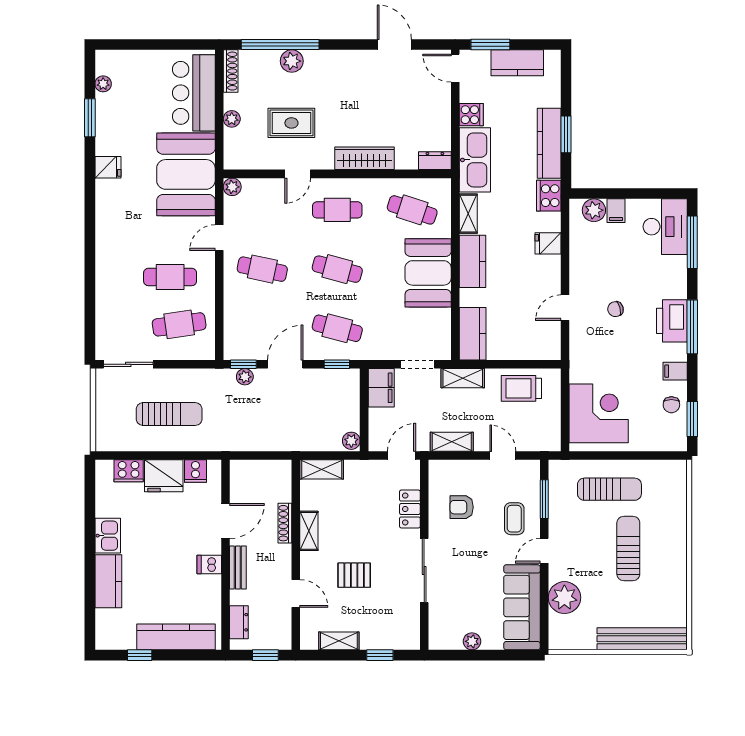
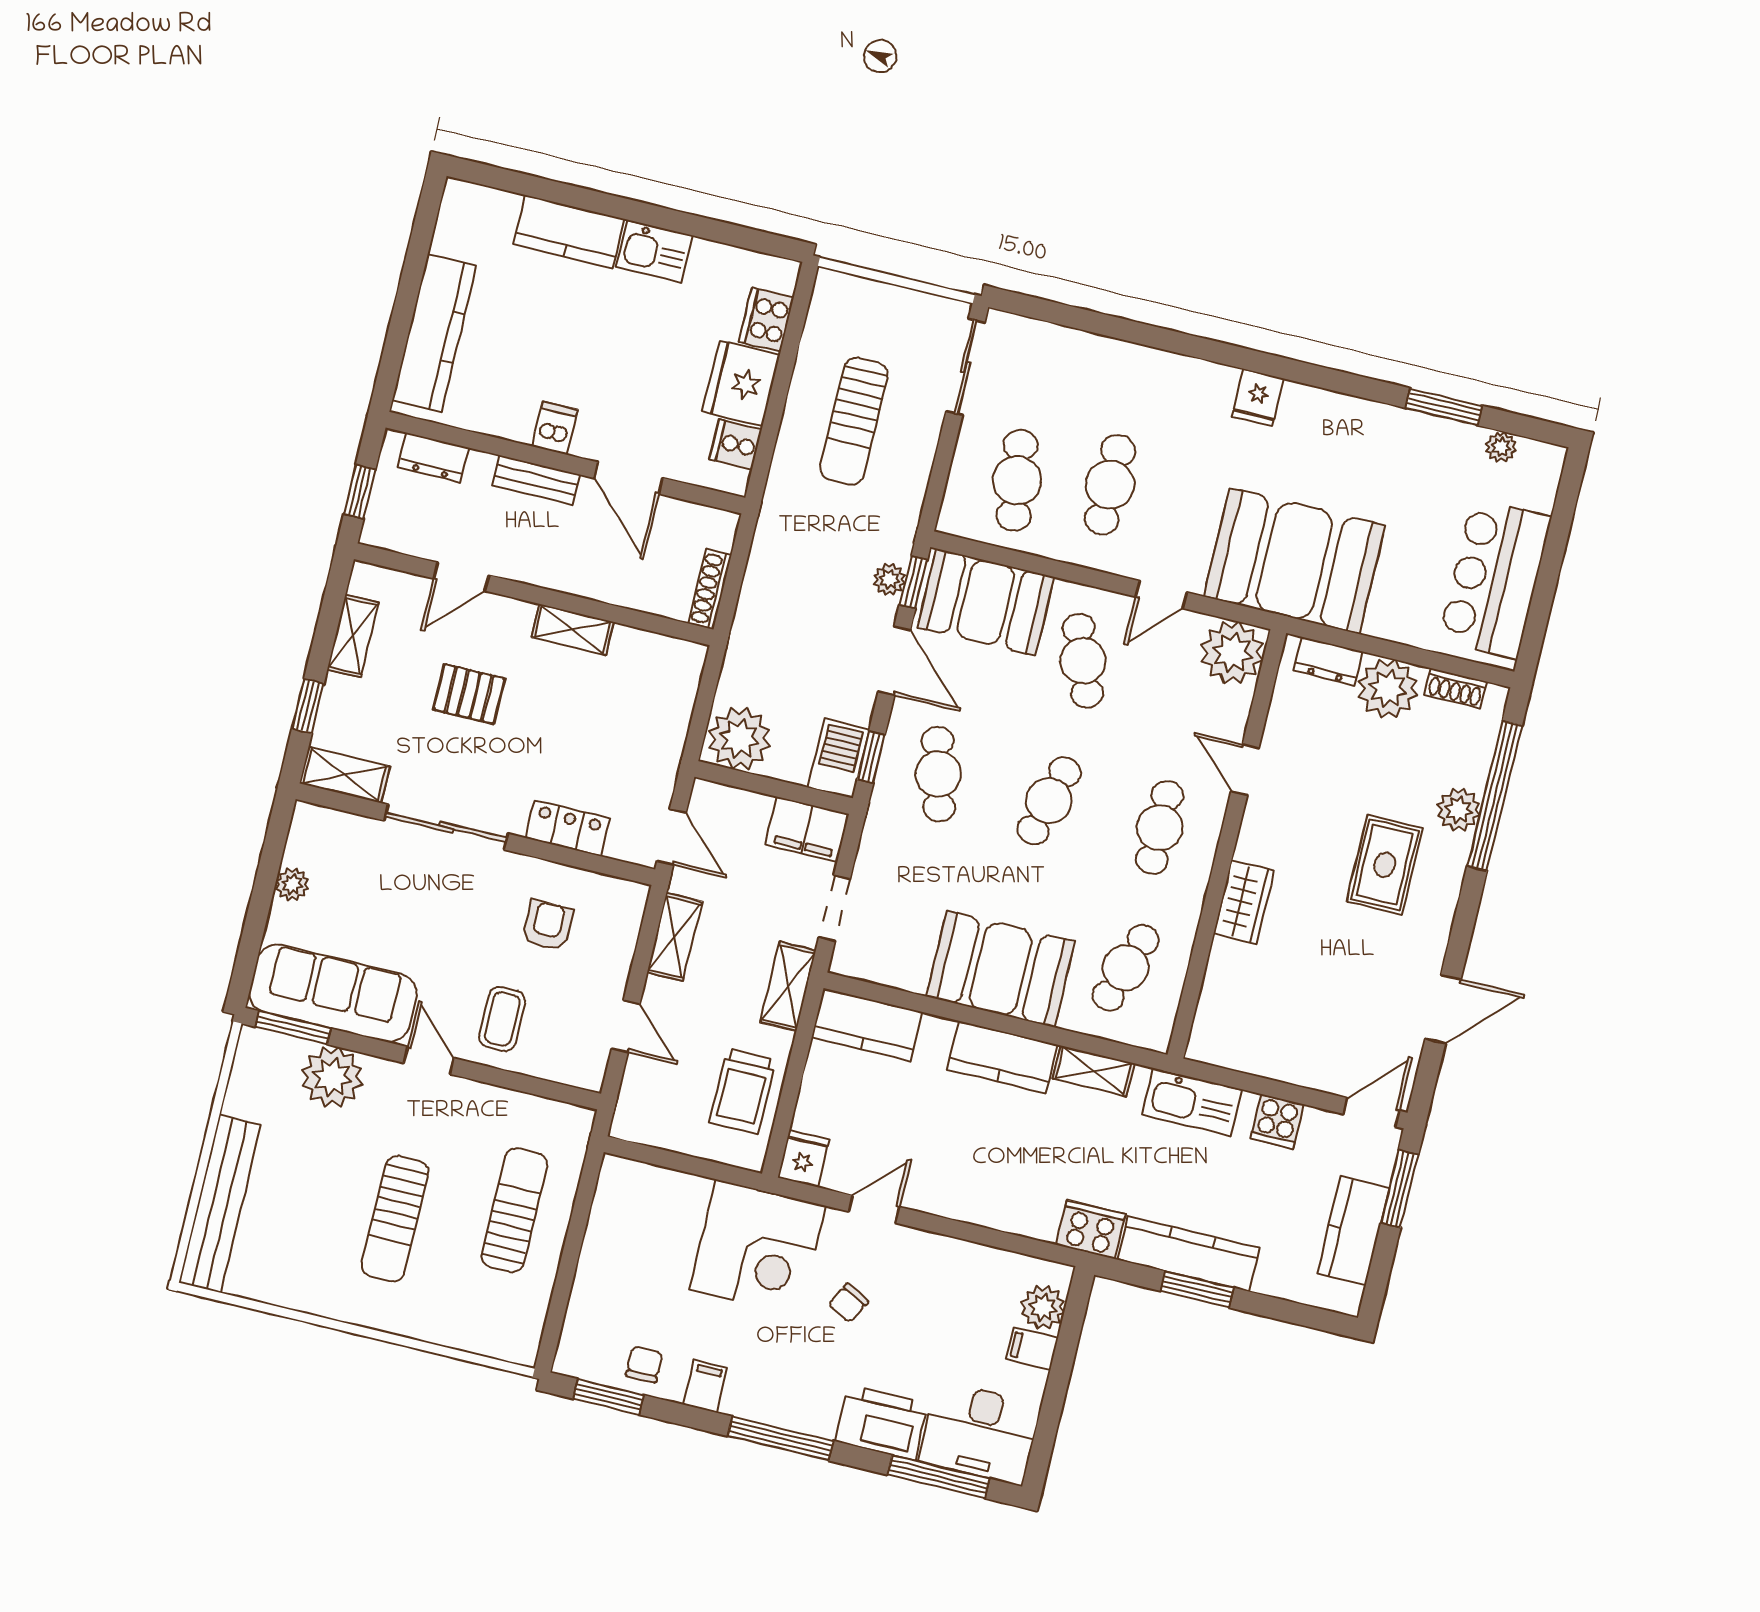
shoe rack: (231, 71) -> (1456, 688), width x0.70
bar counter: (194, 93) -> (1495, 579), moved, turned -90
plant: (232, 119) -> (1388, 689), width x1.88, depth x1.88
rug: (291, 123) -> (1385, 865), moved
wardrobe: (365, 158) -> (1244, 902), width x0.67
kitchen sink: (475, 160) -> (1192, 1102), width x0.73, depth x0.81
dresser: (435, 161) -> (1328, 661), moved, turned 90
fridge: (108, 167) -> (1258, 398), moved
plant: (232, 187) -> (1232, 653), width x1.87, depth x1.87
door: (219, 238) -> (1161, 595), swing flipped
fridge: (548, 243) -> (803, 1159), moved
cafe table: (262, 269) -> (1083, 661), turned -33
door: (565, 308) -> (874, 1209), hinge flipped
chair: (615, 309) -> (848, 1303), turned -137
printer: (672, 321) -> (882, 1423), moved
booth: (245, 325) -> (986, 602), added
cafe table: (337, 328) -> (938, 774), turned -30
barbecue: (342, 380) -> (839, 759), added
trolley: (521, 388) -> (743, 1091), turned 180
chair: (671, 405) -> (644, 1364), turned 90
corner desk: (599, 413) -> (758, 1248), moved
plant: (351, 441) -> (739, 739), width x1.88, depth x1.88
door: (503, 455) -> (626, 1026), hinge flipped
shelving: (322, 469) -> (345, 775), moved, turned 90
sun lounger: (609, 489) -> (514, 1210), turned 180
window: (544, 499) -> (293, 1028), moved
coffee table: (514, 519) -> (502, 1019), turned 90
shoe rack: (285, 523) -> (710, 589), moved, turned -90
sun lounger: (628, 548) -> (395, 1219), turned 90
pallet: (354, 575) -> (469, 694), turned 90
window: (140, 655) -> (417, 257), removed

